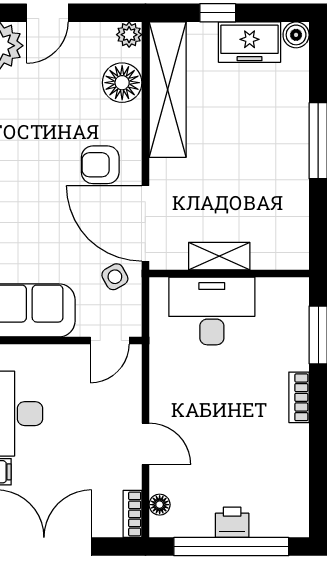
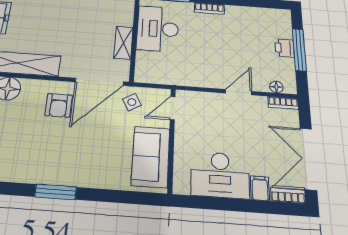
desk: (212, 311) -> (158, 29), moved
door: (110, 340) -> (173, 108), swing flipped
window: (231, 547) -> (299, 50), width x0.68

